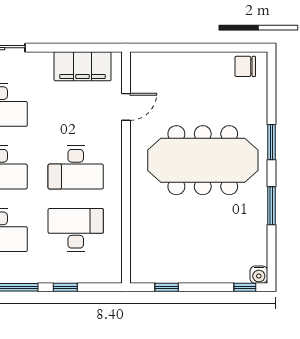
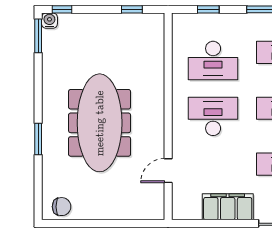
filing cabinet: (83, 66) -> (228, 207), moved
meeting table: (203, 160) -> (100, 123), turned 90
window: (271, 206) -> (38, 36), moved
window: (65, 287) -> (208, 9), moved

